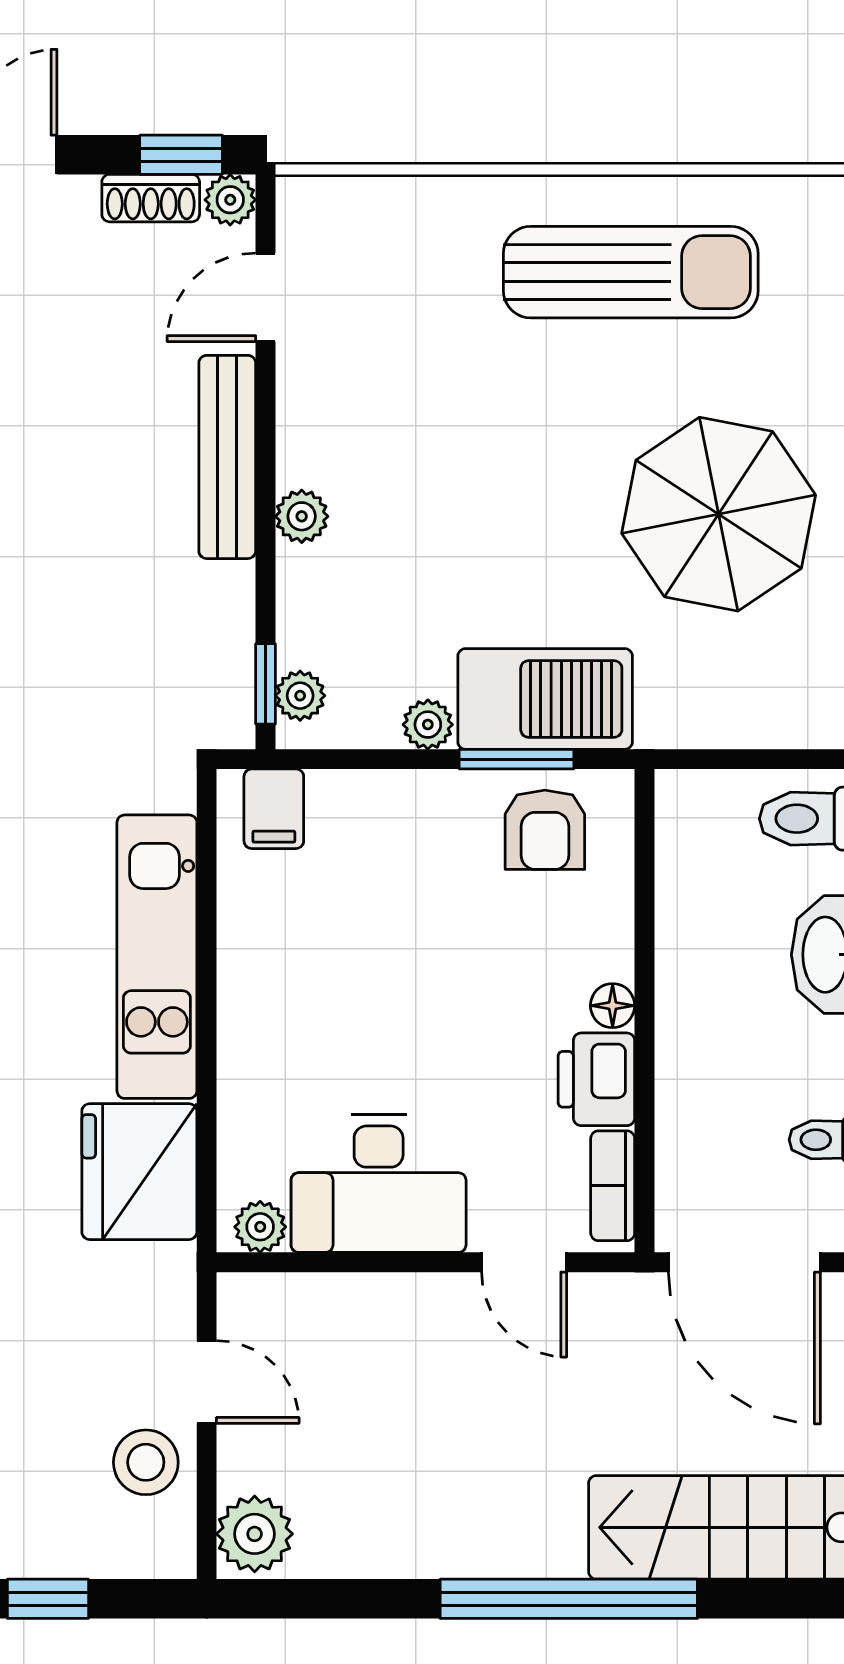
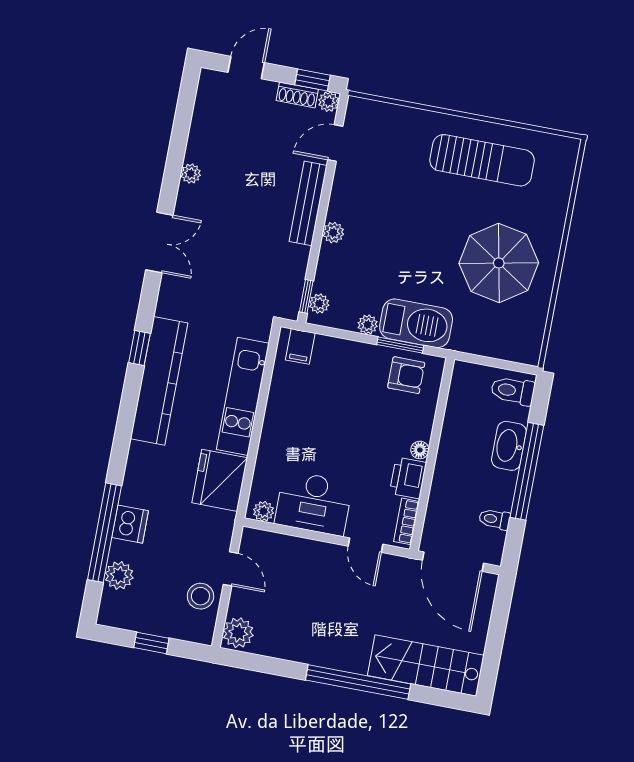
armchair: (545, 830) -> (406, 375), turned -90

